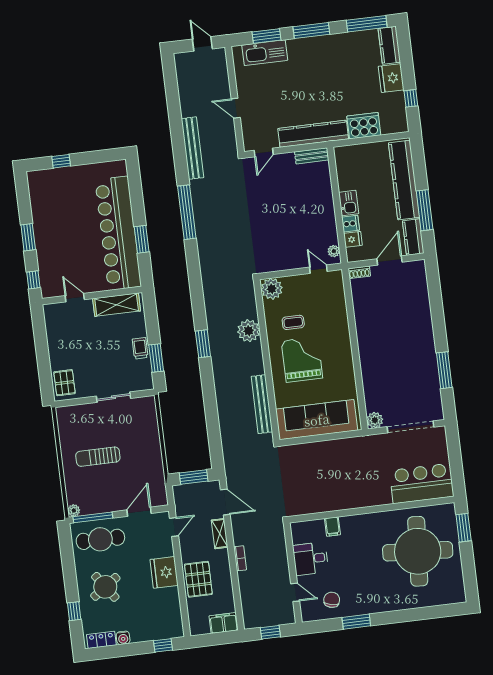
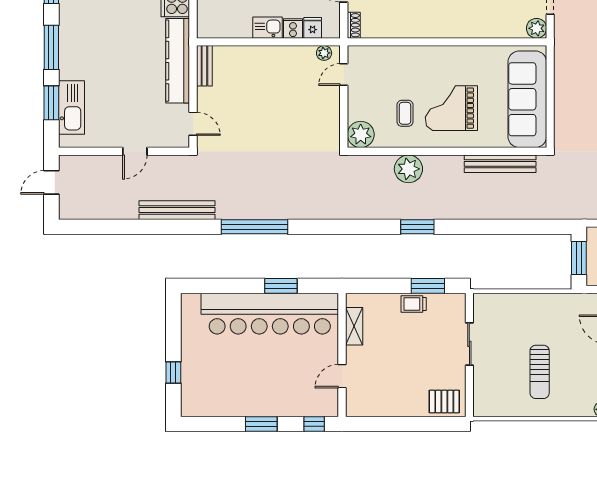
shelving: (117, 305) -> (354, 326), width x0.67, depth x0.75

